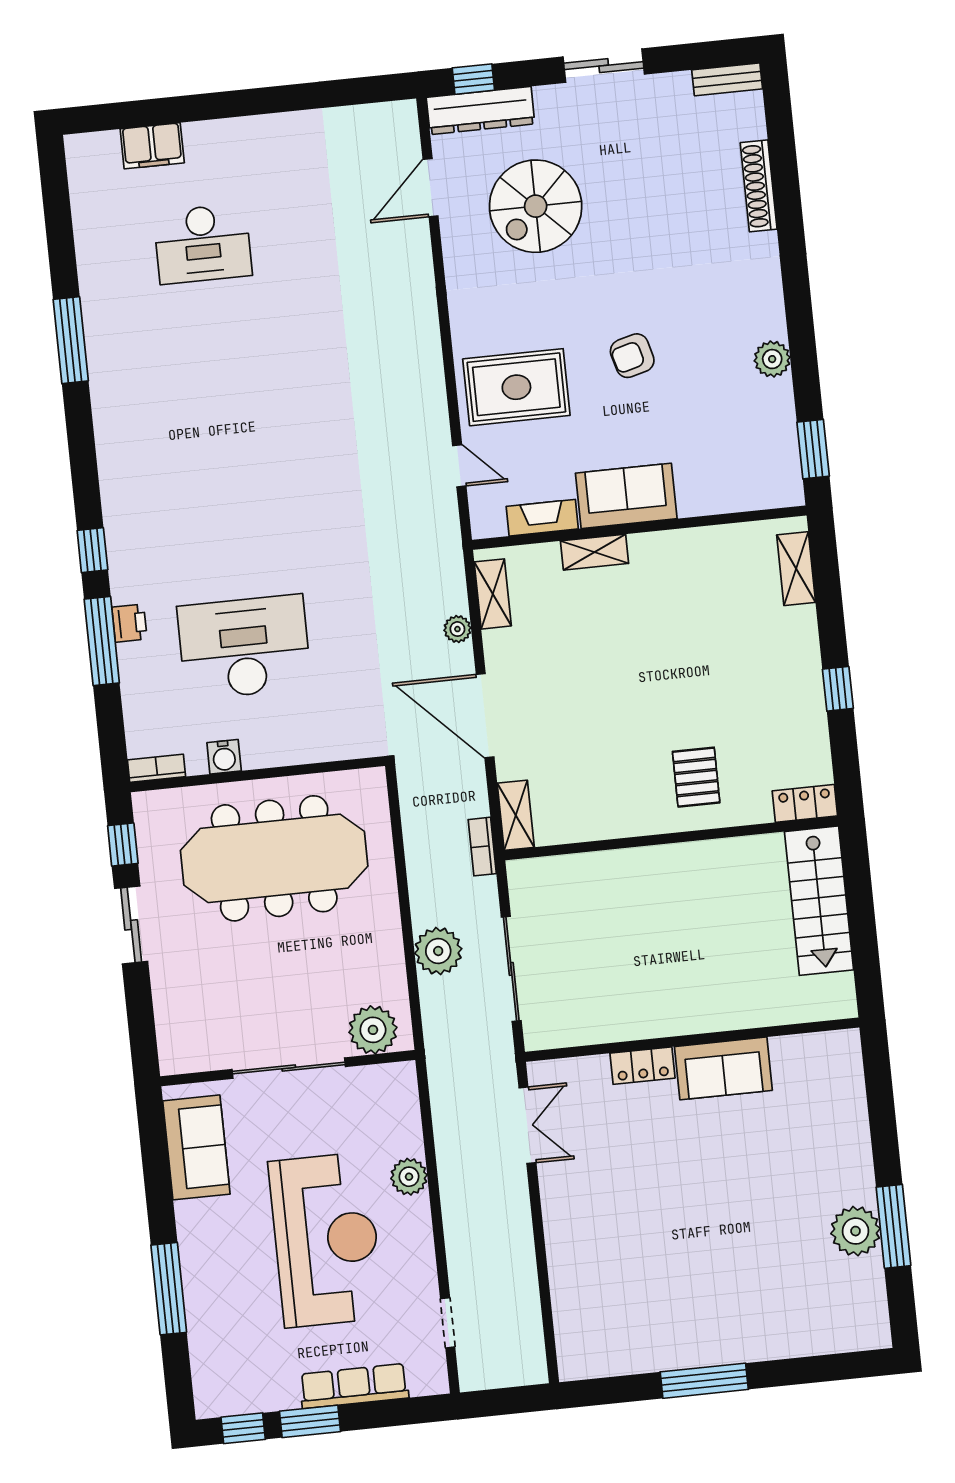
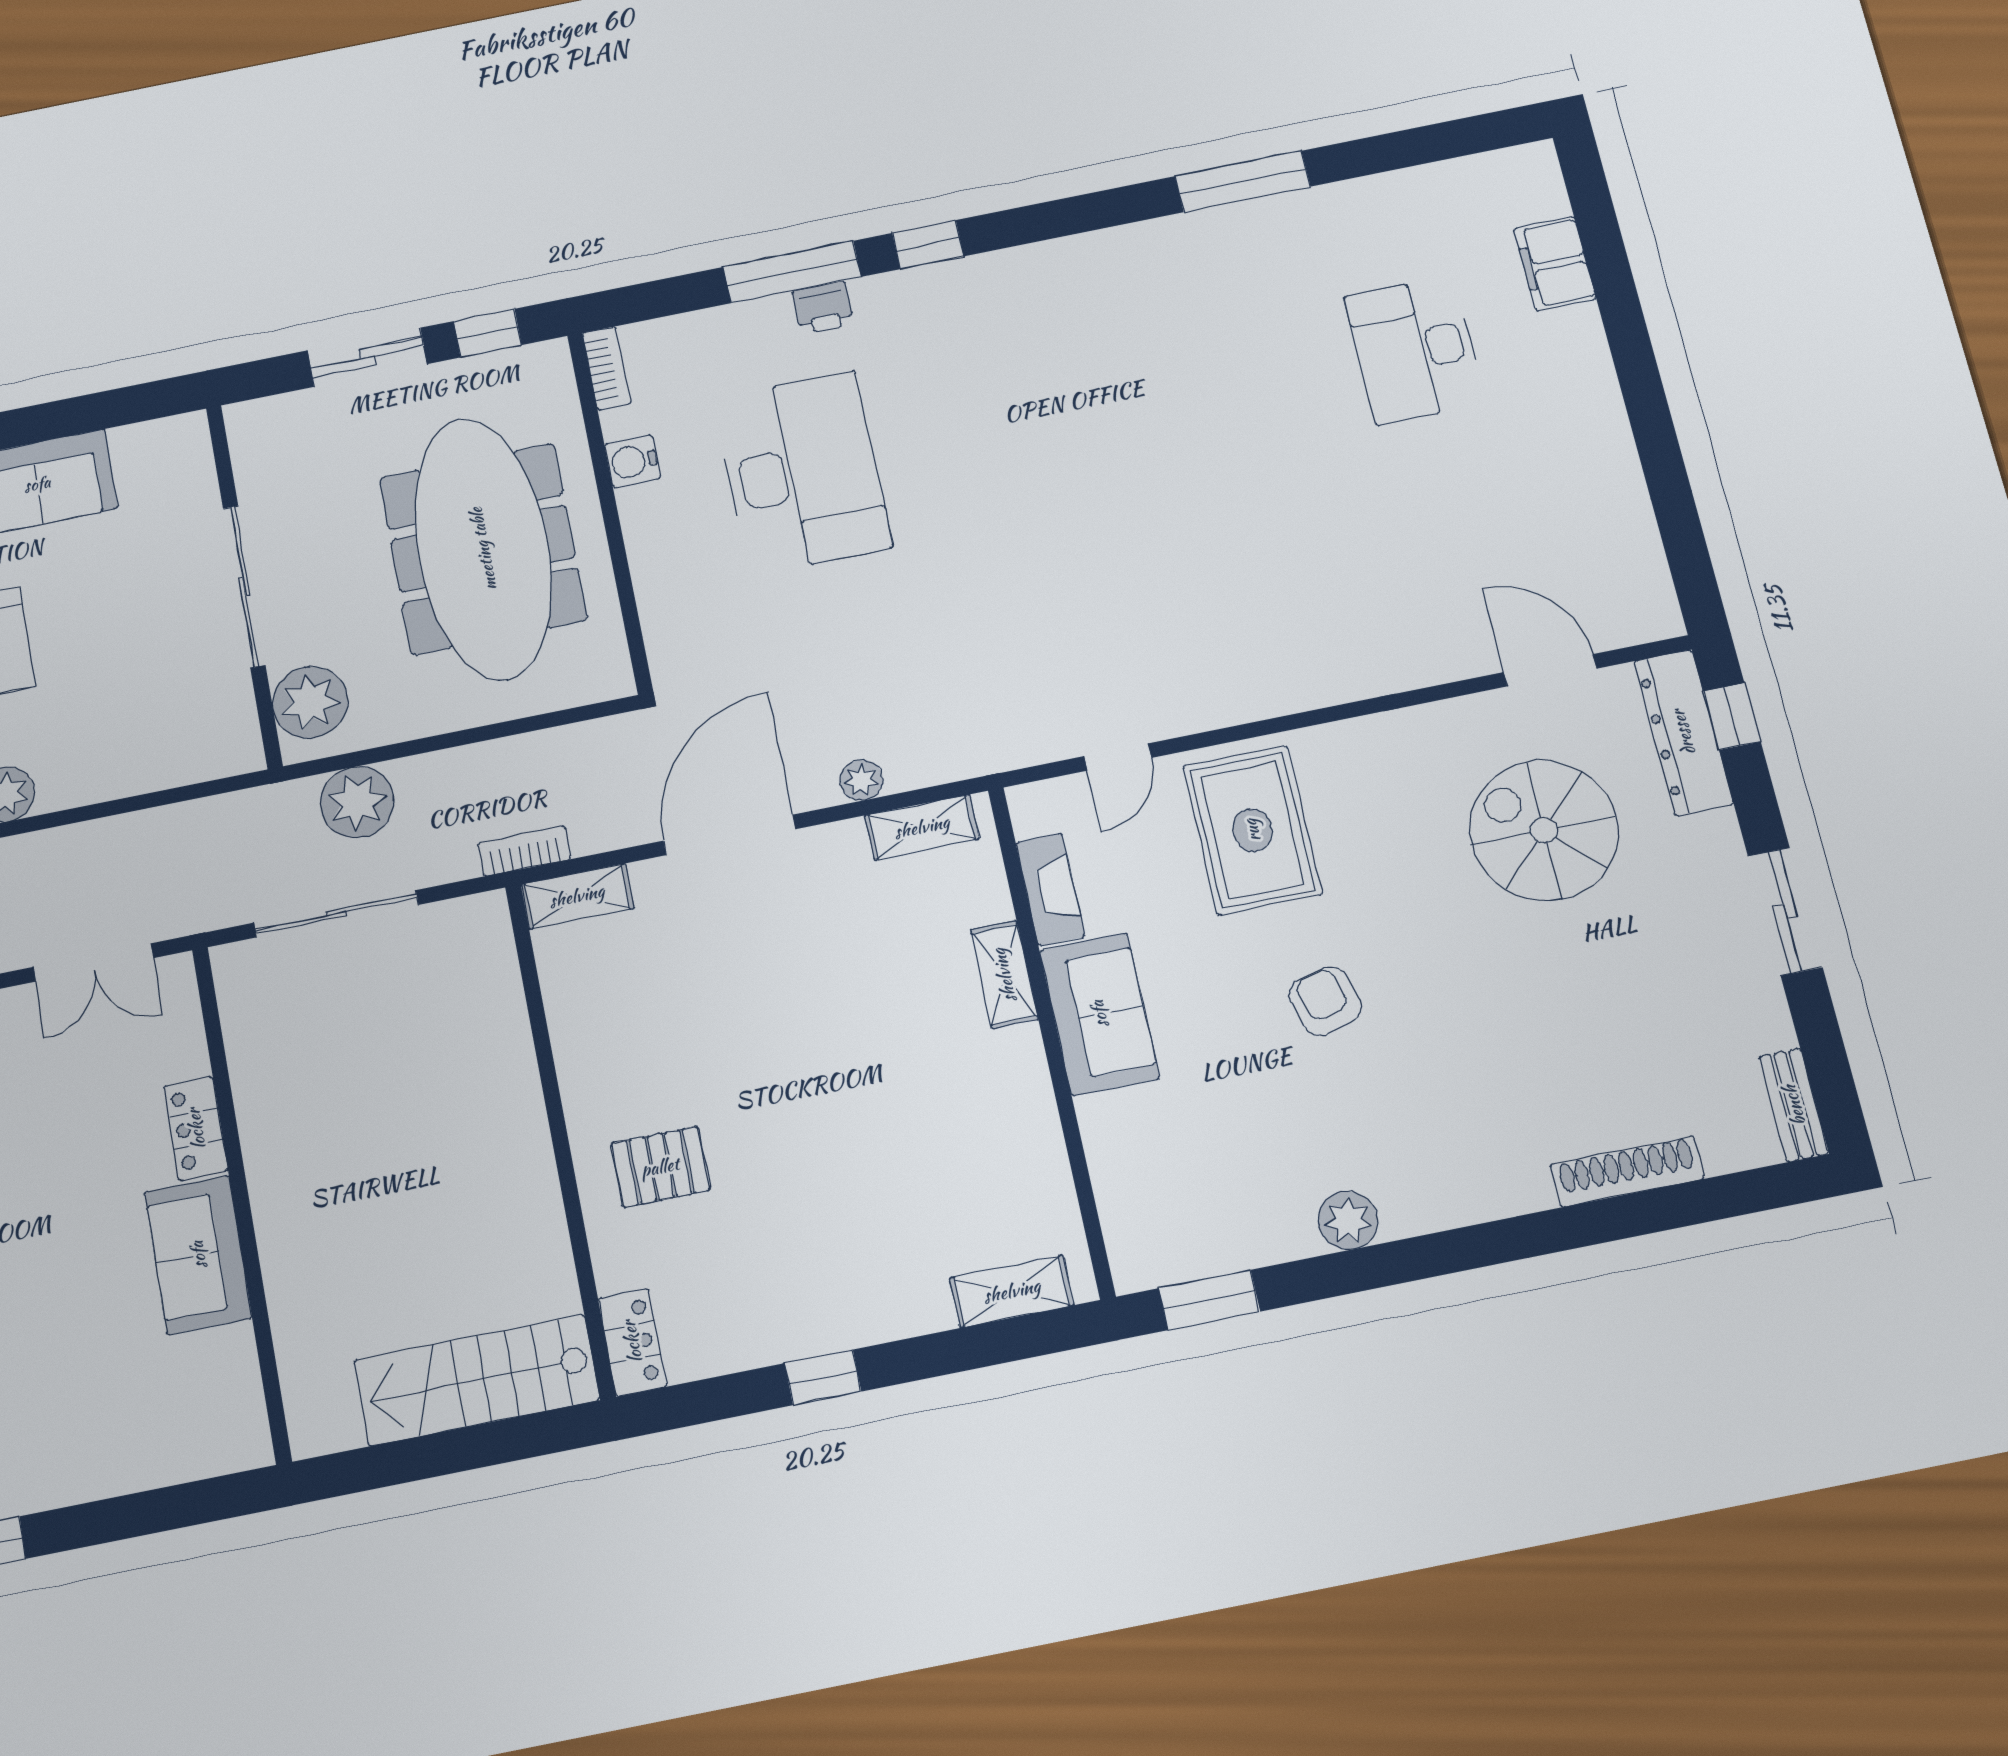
plant: (373, 1030) -> (310, 702), moved
wall: (288, 1068) -> (244, 585), moved
sliding door: (289, 1068) -> (244, 586), moved

